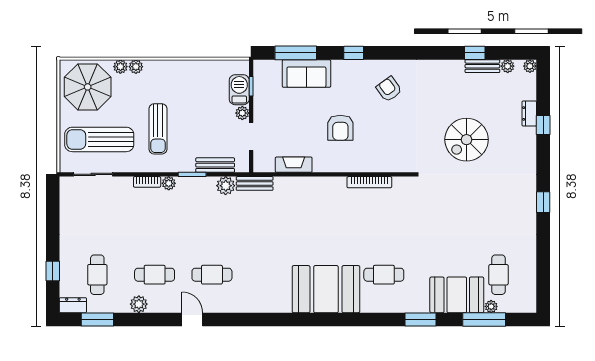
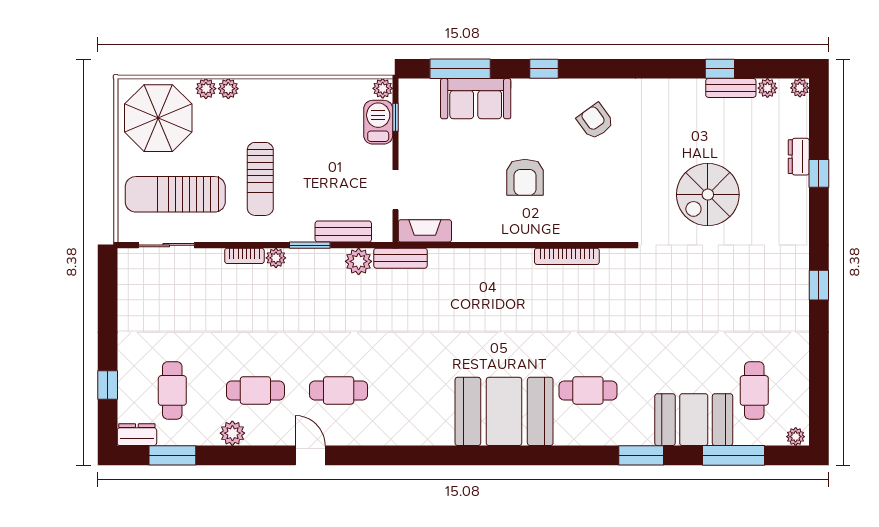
plant: (242, 113) -> (383, 88), moved
fireplace: (294, 165) -> (425, 231), moved
plant: (491, 306) -> (796, 437), moved

